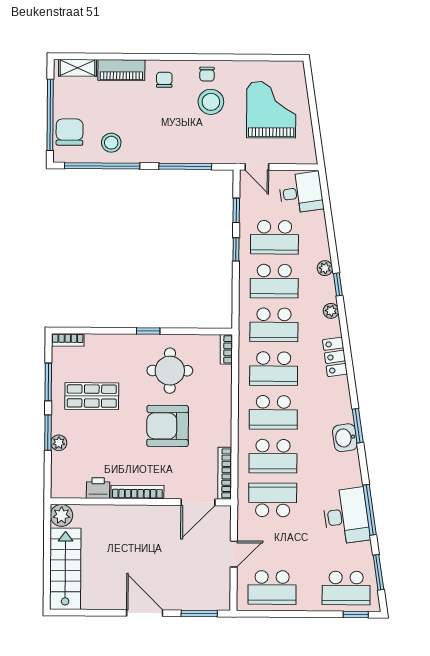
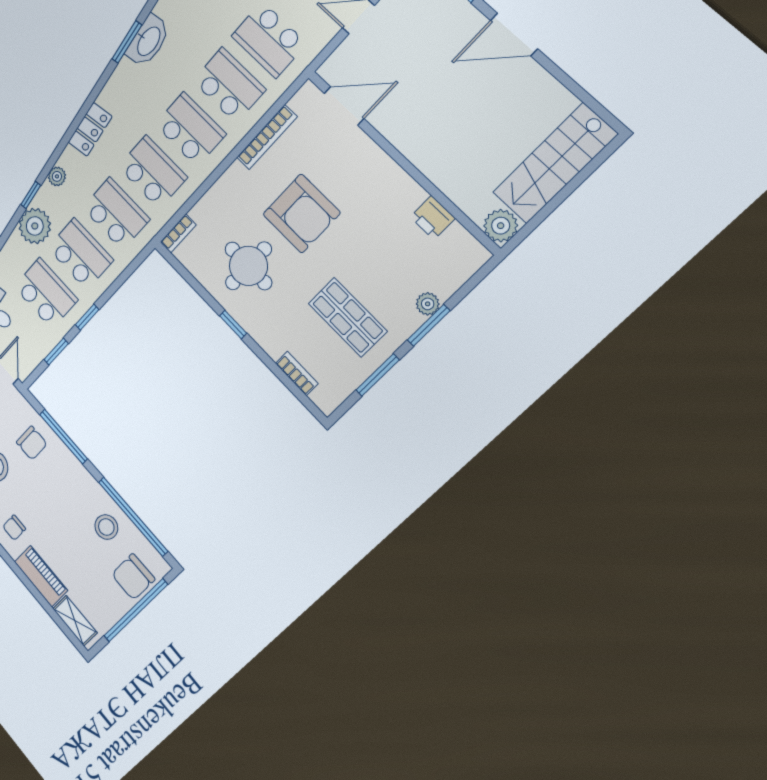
chair: (201, 141) -> (32, 443), added
plant: (325, 268) -> (35, 226), width x1.88, depth x1.88
bookcase: (68, 340) -> (297, 373), moved
washbasin: (345, 438) -> (148, 41), width x1.38
bookcase: (225, 473) -> (267, 137), moved
bookcase: (137, 492) -> (396, 175), removed
door: (145, 613) -> (514, 35), hinge flipped

